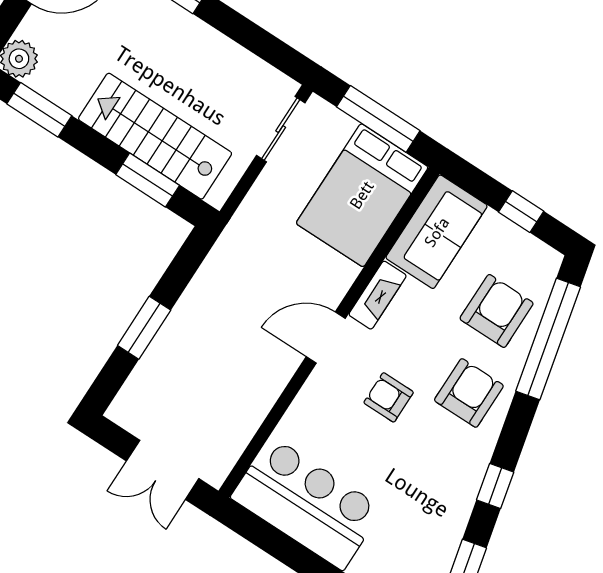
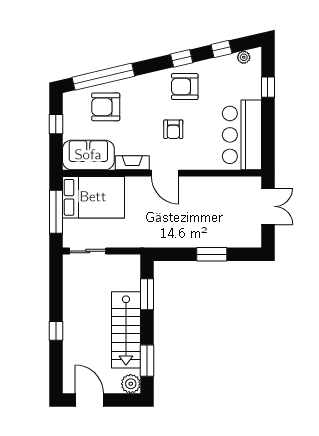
stairs: (155, 136) -> (126, 330), moved
armchair: (469, 393) -> (185, 87), moved

